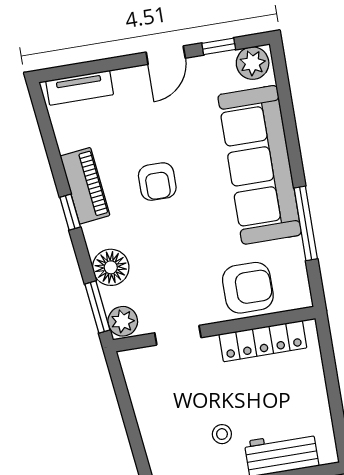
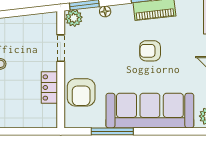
floor lamp: (111, 267) -> (105, 11), width x0.53, depth x0.53
locker: (263, 341) -> (49, 87), width x0.66

